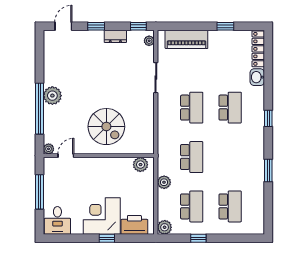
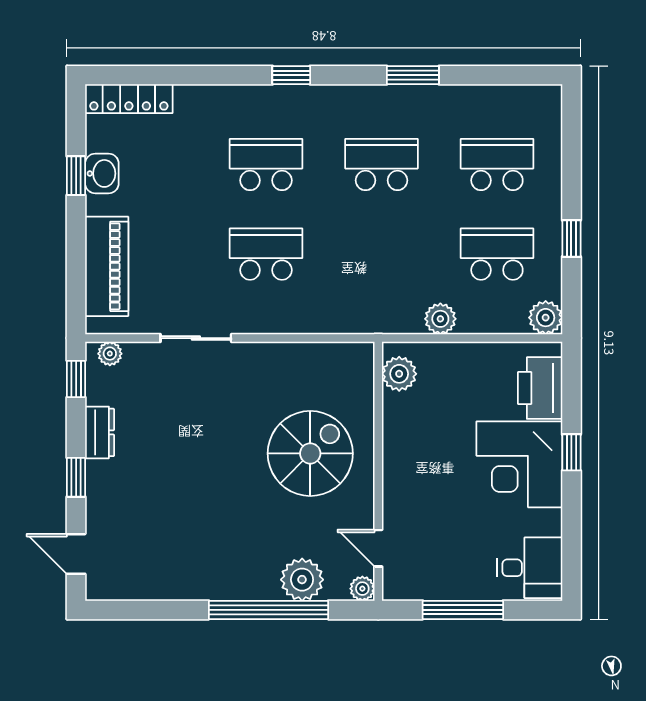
washbasin: (257, 77) -> (102, 173), moved, turned -90
plant: (52, 96) -> (302, 580), moved
school desk: (192, 157) -> (381, 165), moved

